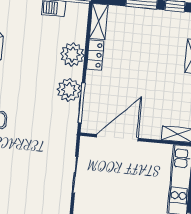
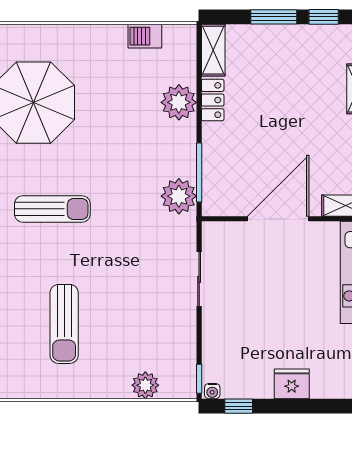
plant: (69, 90) -> (179, 196), moved
door: (117, 138) -> (278, 219), moved

